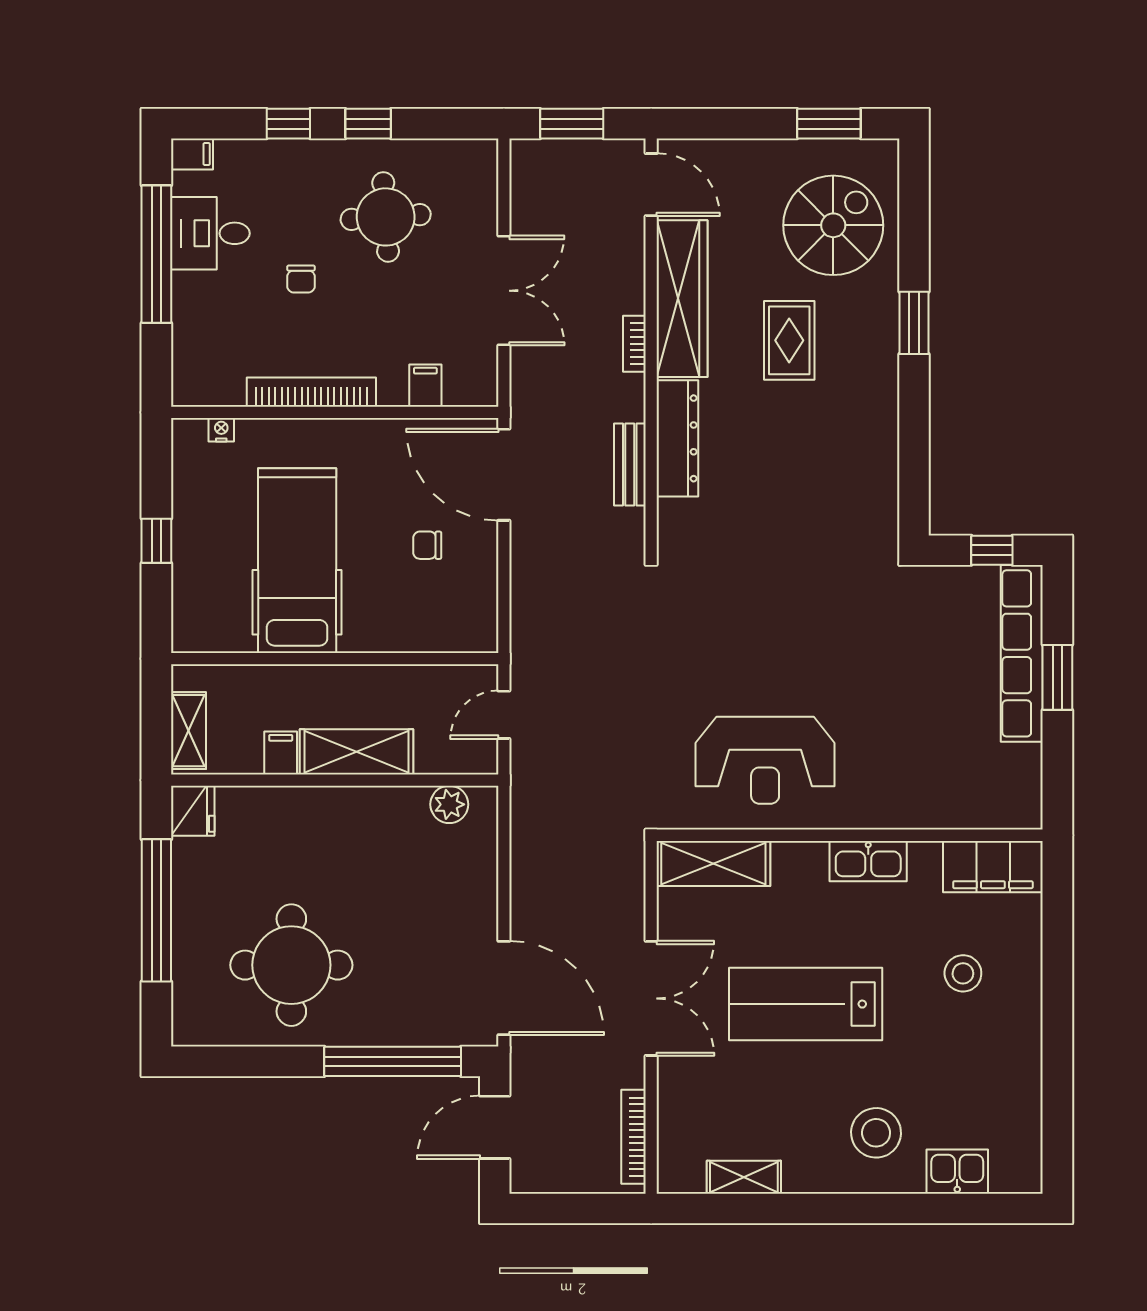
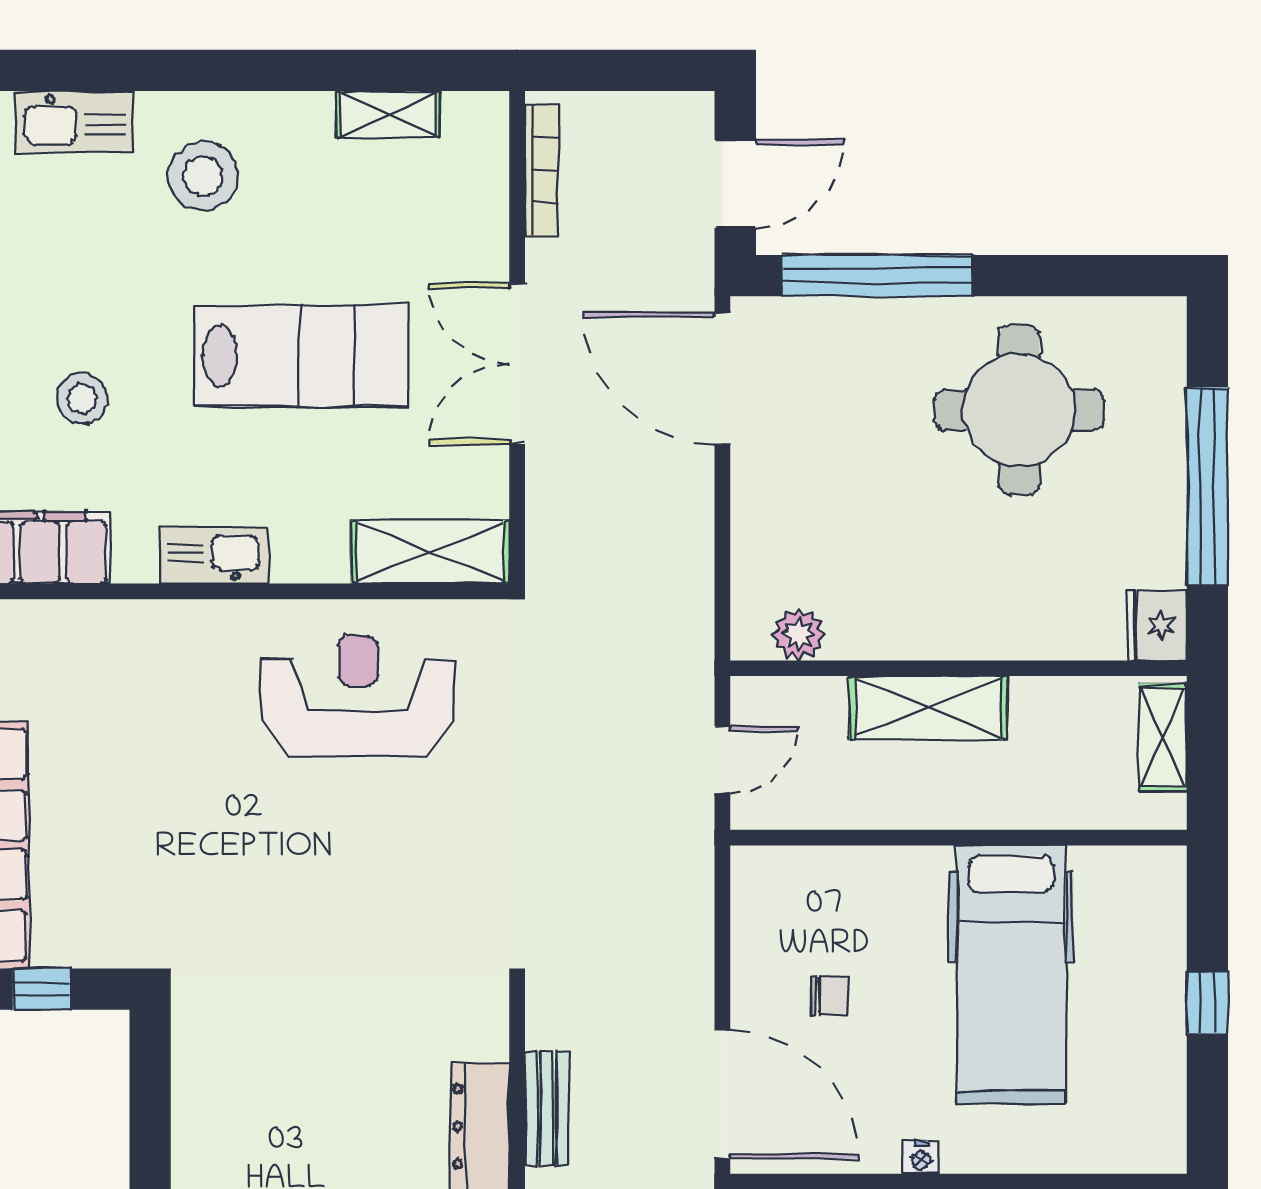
nightstand: (221, 430) -> (921, 1157), moved
filing cabinet: (281, 753) -> (1034, 706), removed
kitchen sink: (957, 1172) -> (74, 122), width x1.38

